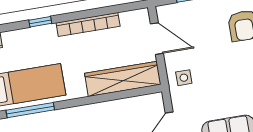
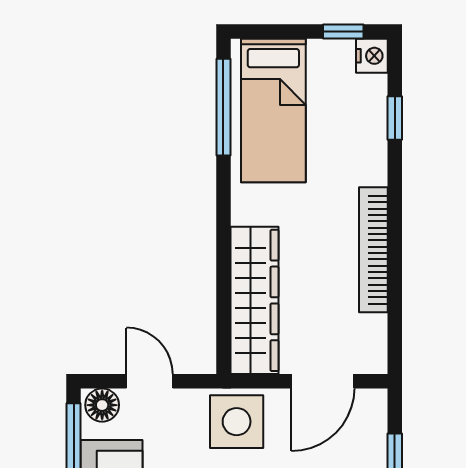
window: (40, 22) -> (395, 118), moved
side table: (184, 78) -> (237, 422), width x1.87, depth x1.87

